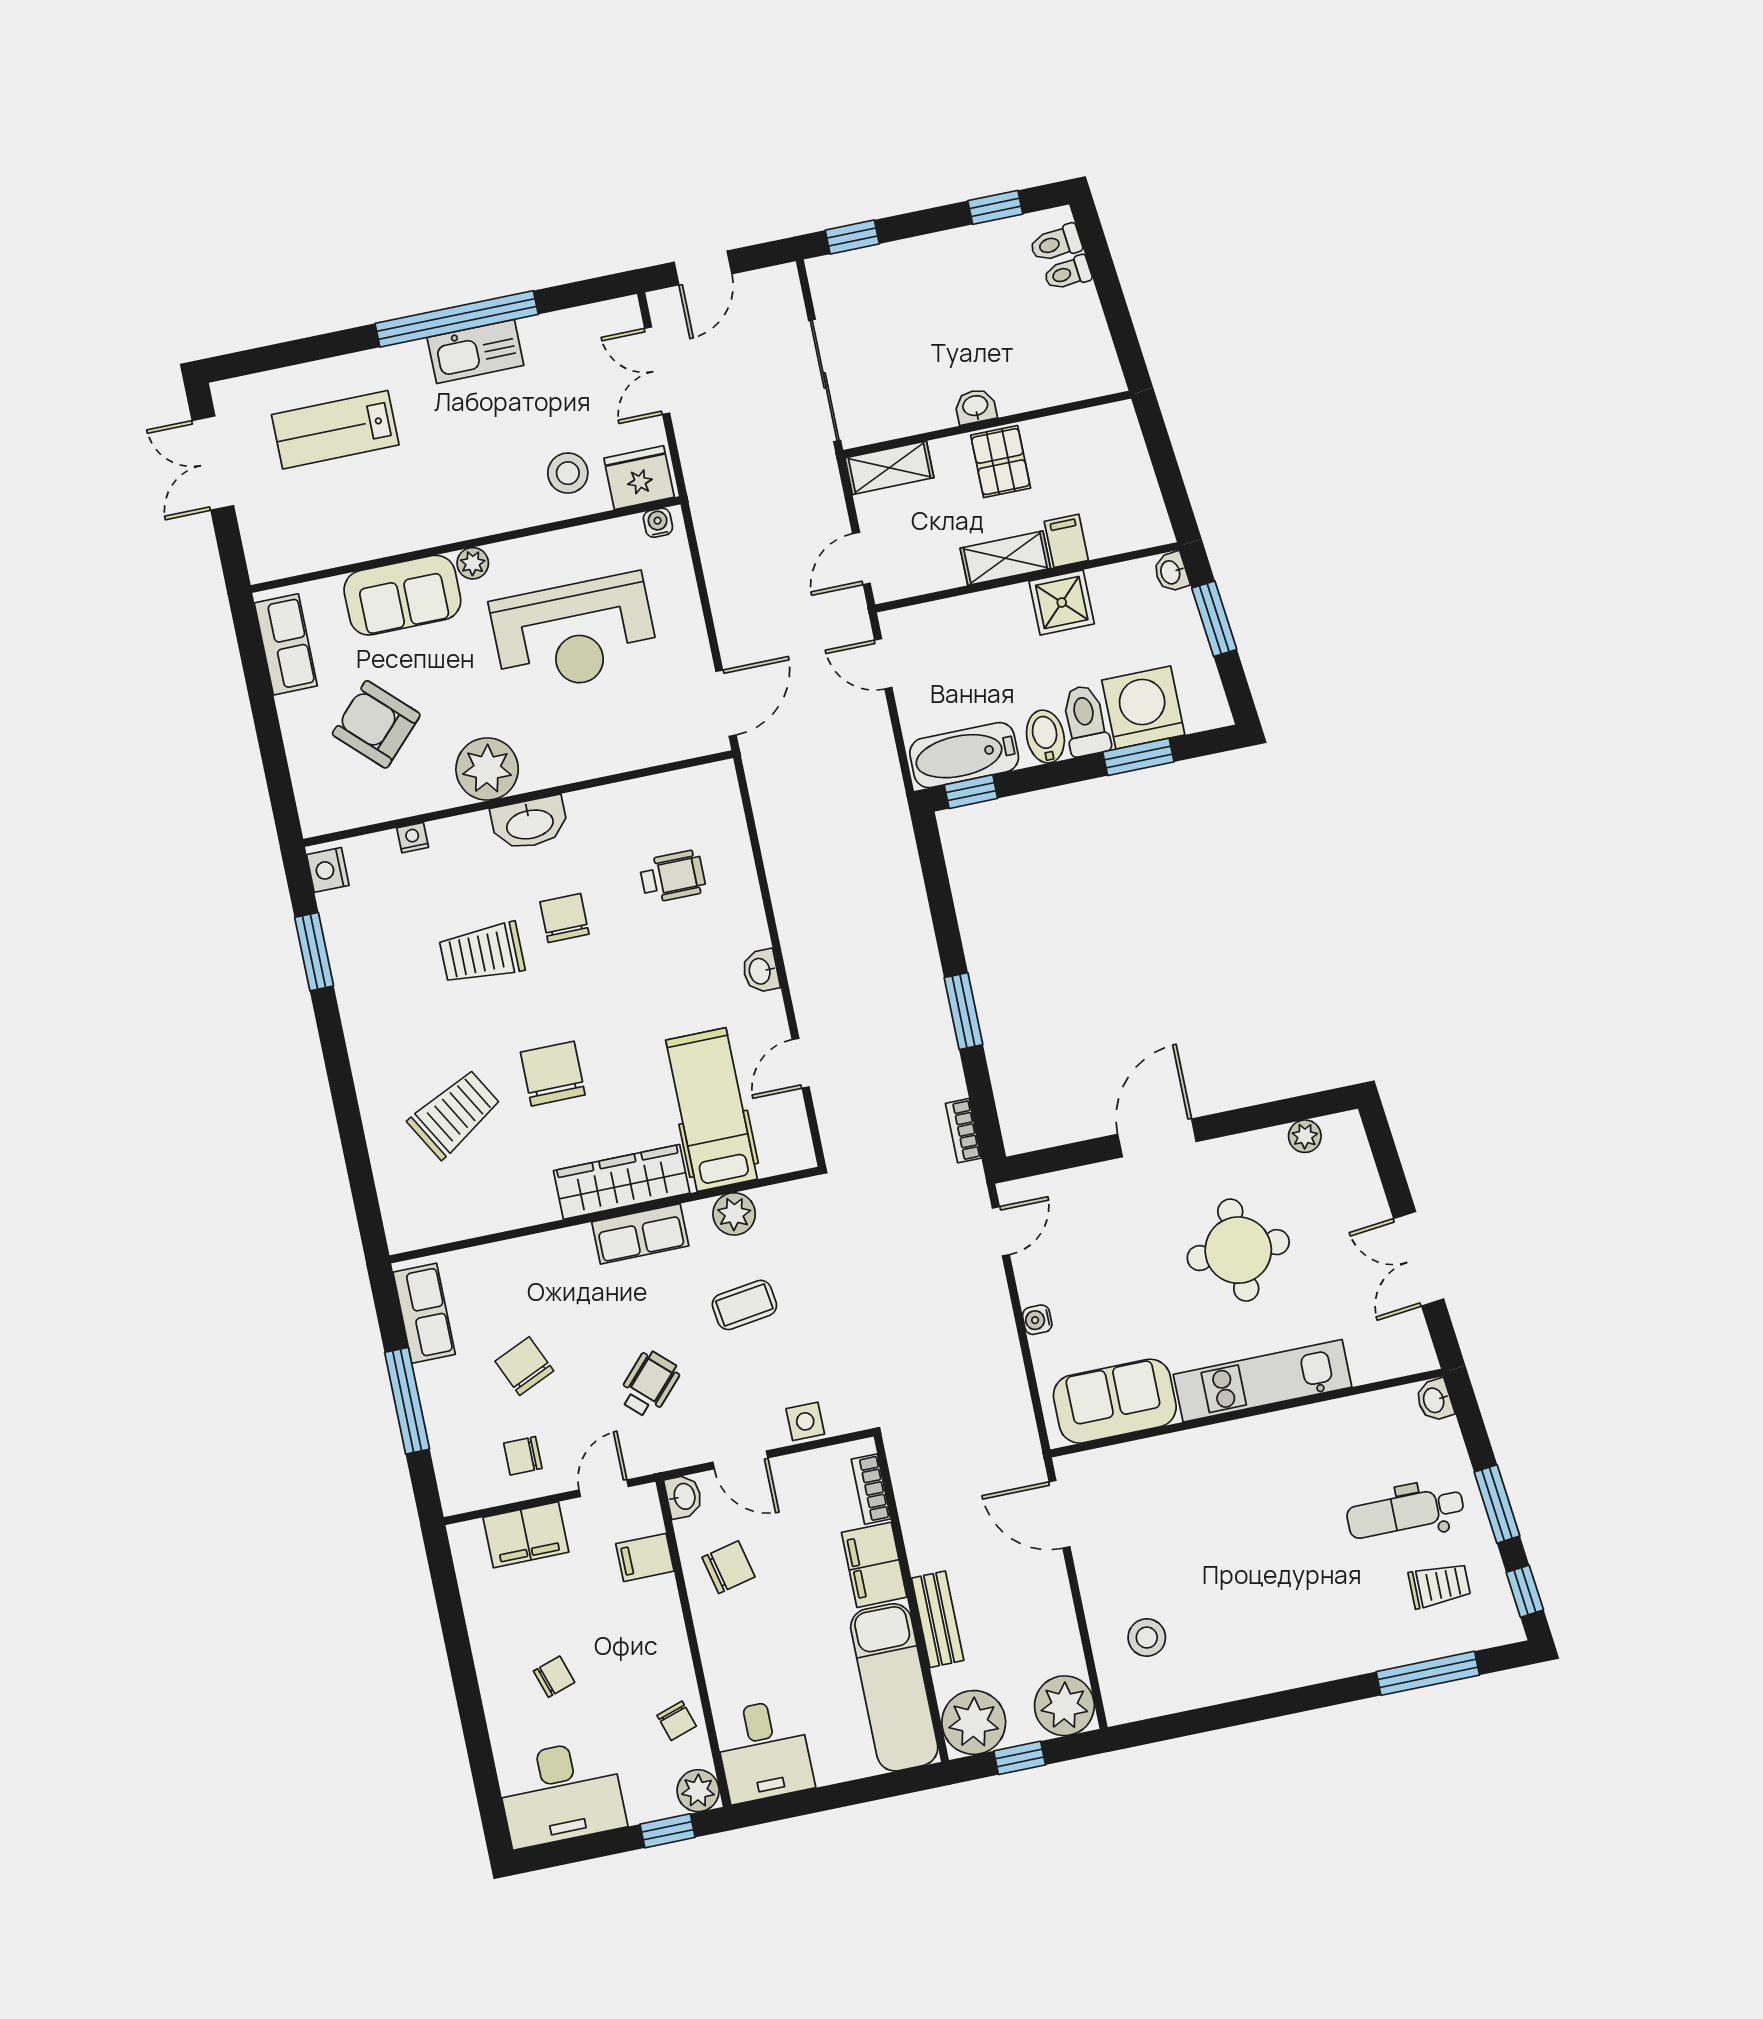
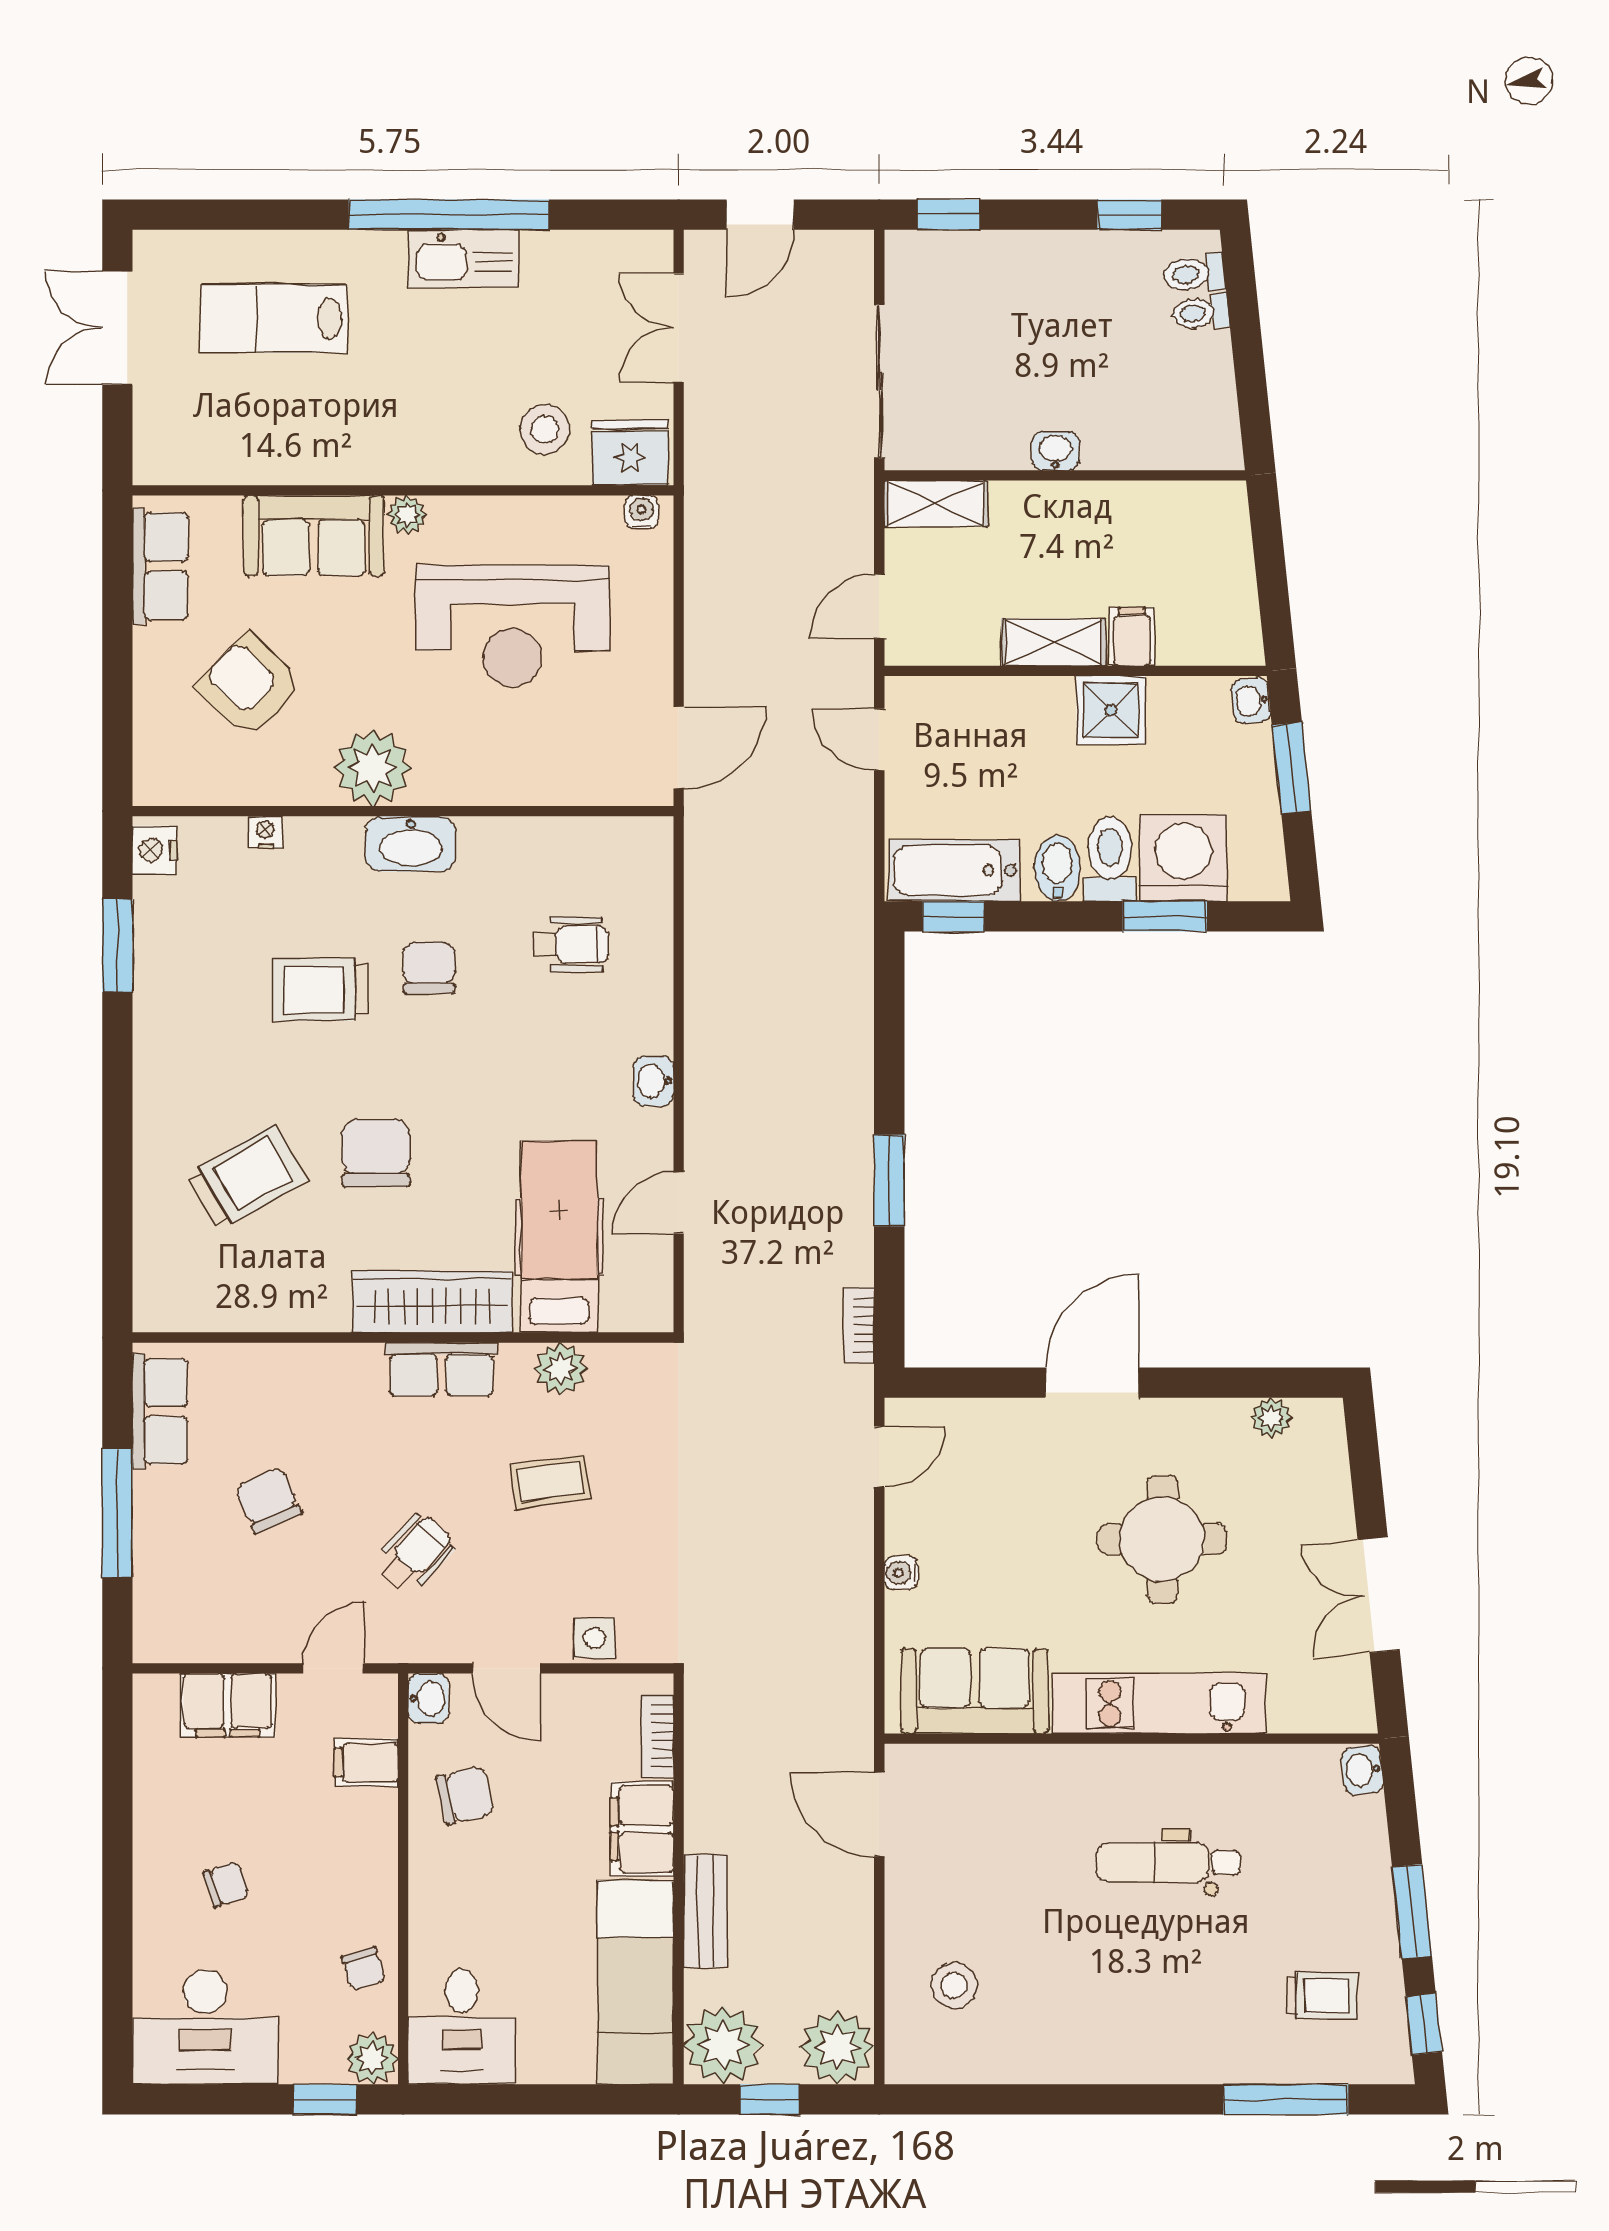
pallet: (1001, 462) -> (1072, 524), removed
chair: (523, 1456) -> (244, 1609), removed
dental chair: (1405, 1512) -> (1168, 1862), moved

